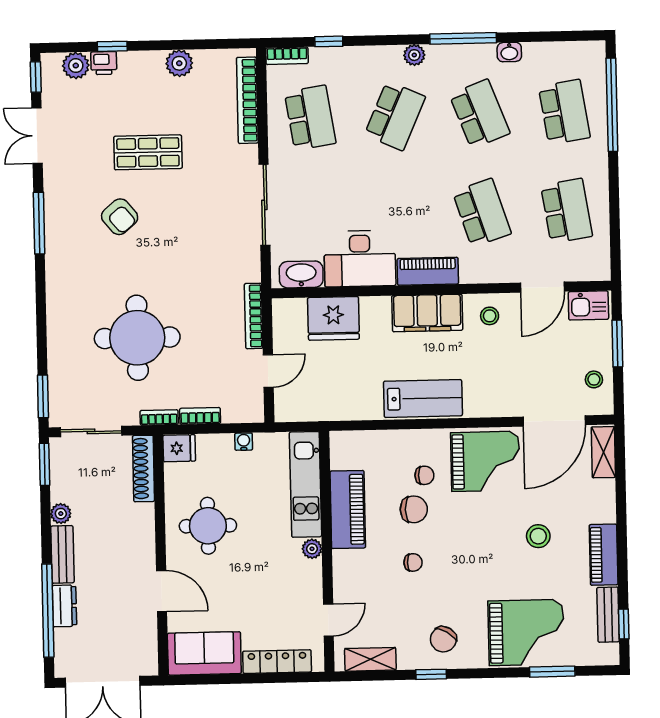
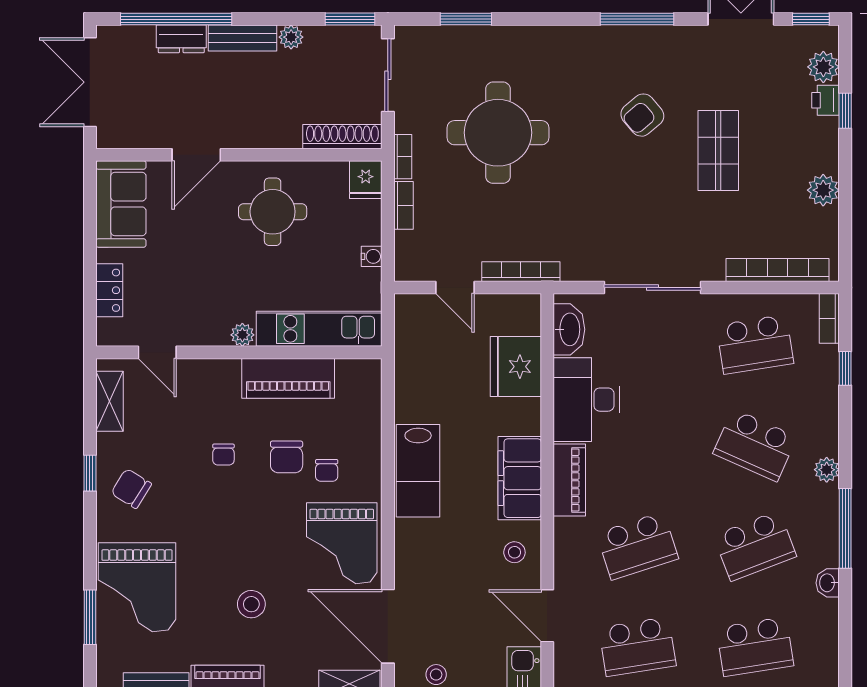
window: (43, 396) -> (466, 19), moved
locker: (277, 662) -> (109, 290), width x0.66

